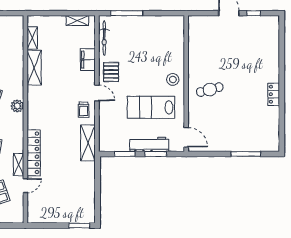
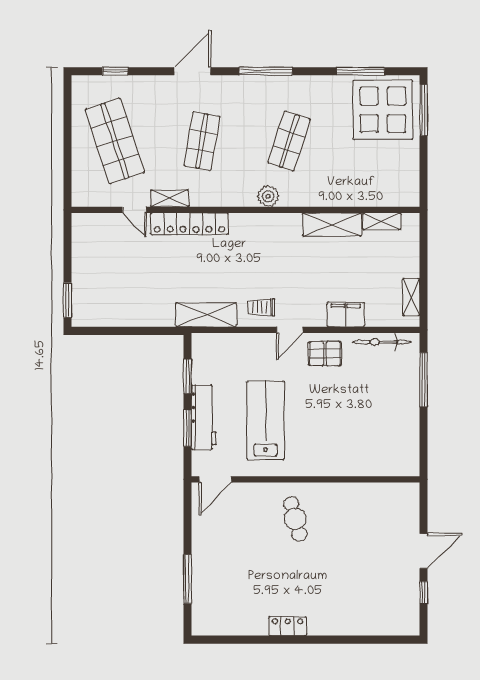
stool: (173, 80) -> (312, 457), removed

